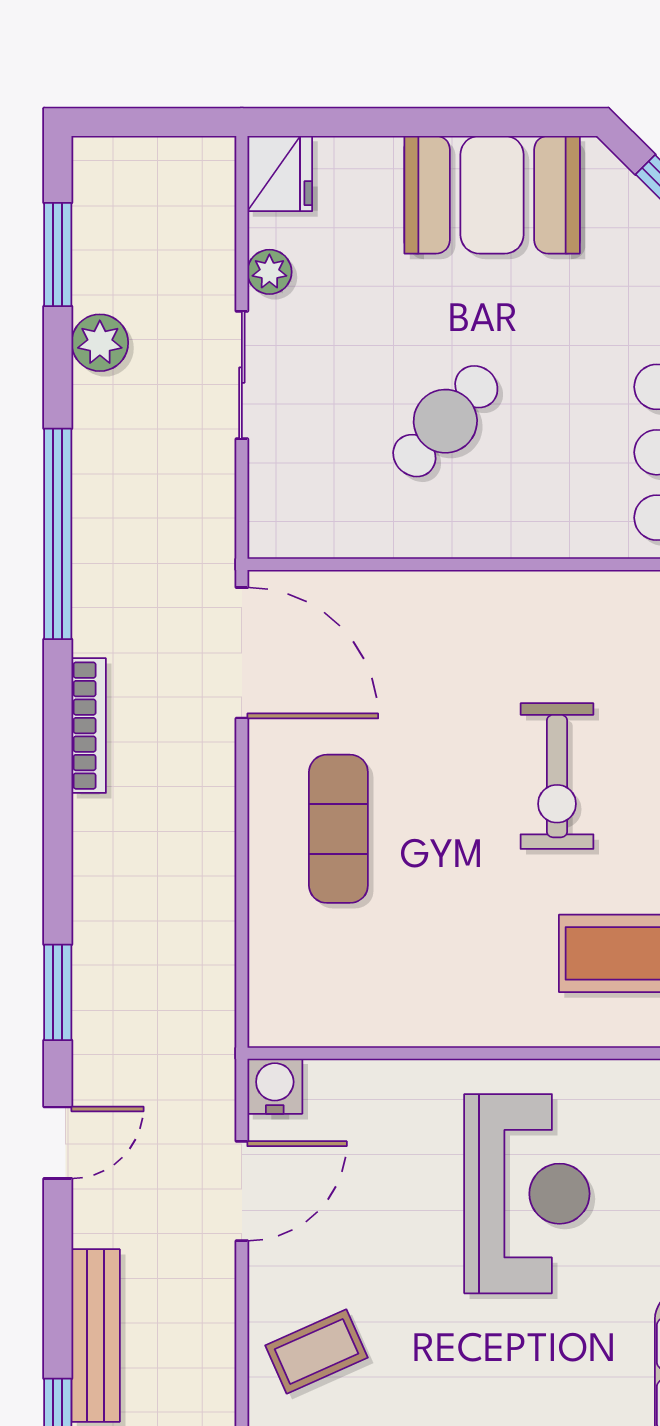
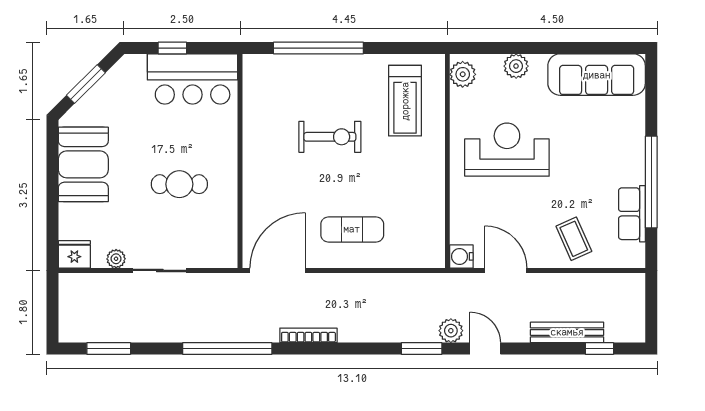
plant: (100, 343) -> (451, 331), moved
cafe table: (445, 421) -> (179, 184), turned -42

